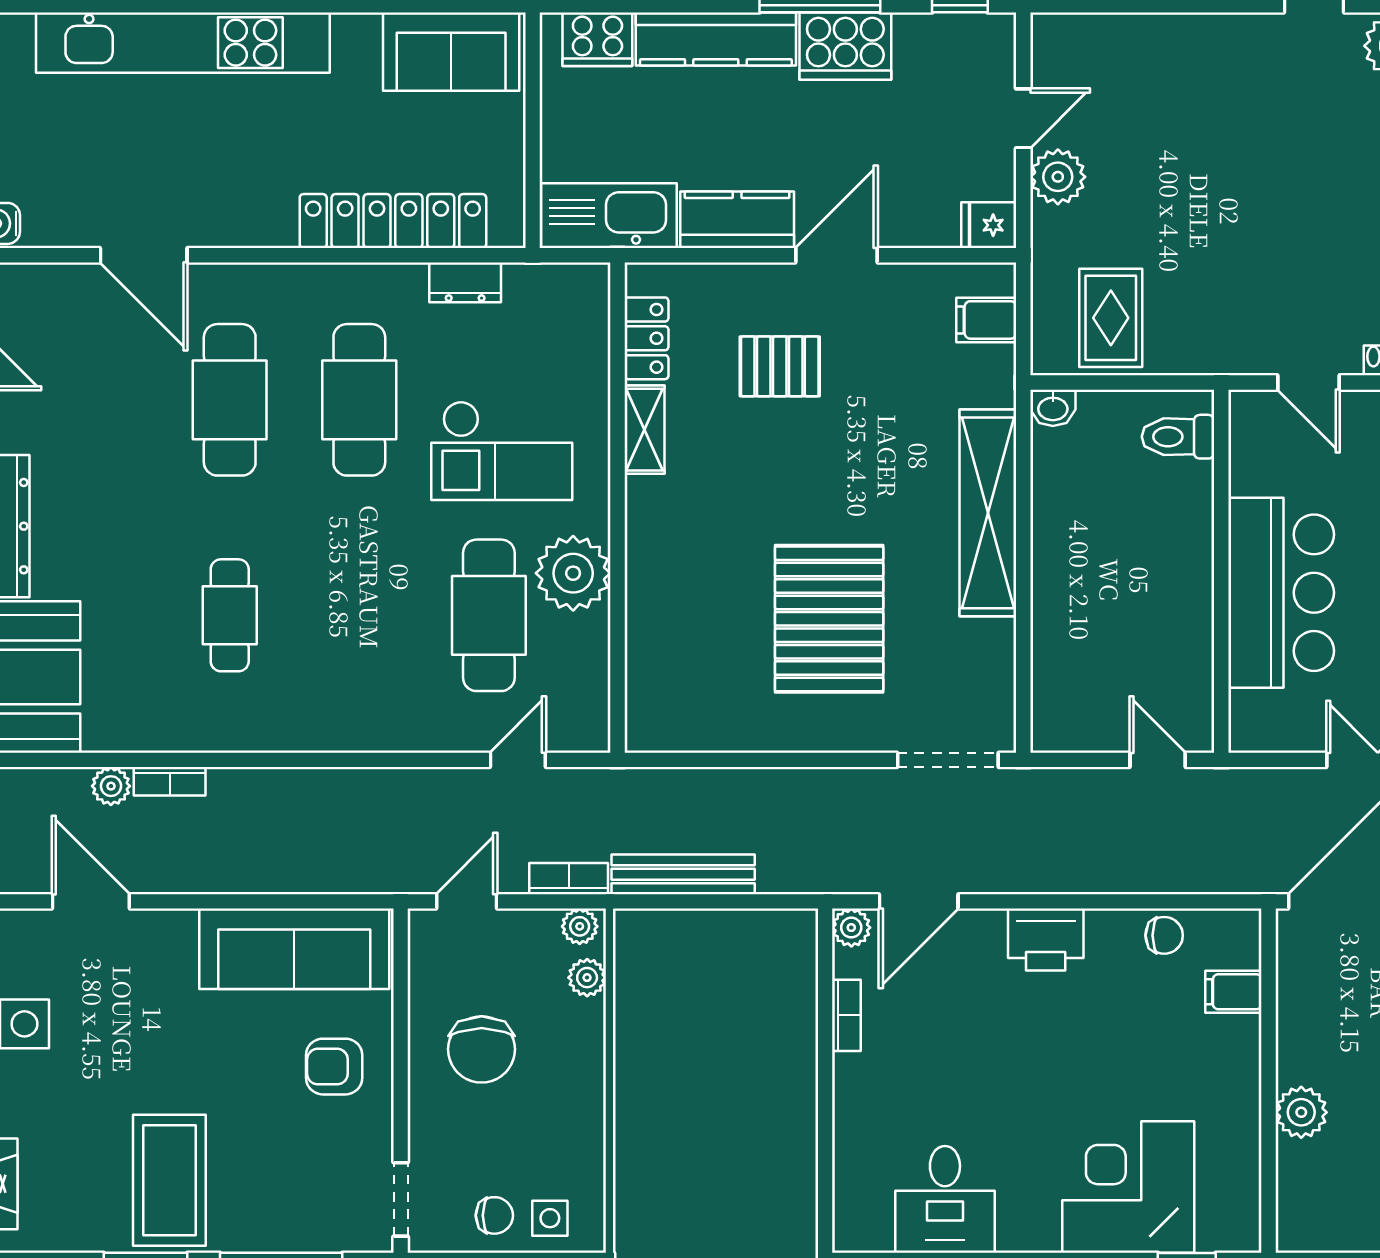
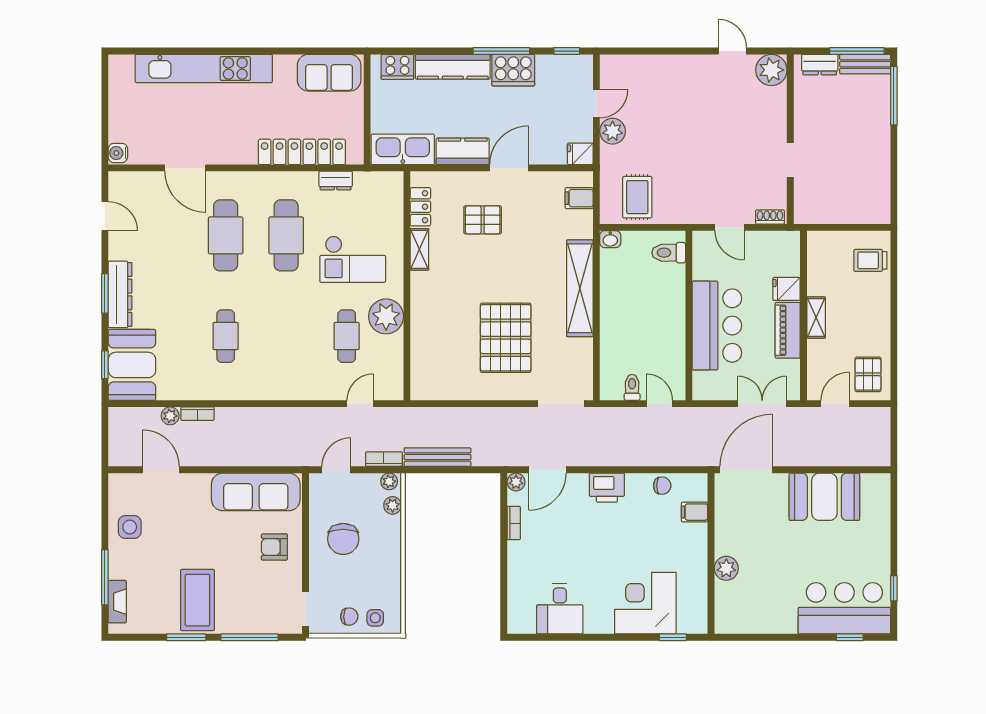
cafe table: (489, 615) -> (347, 336), width x0.73, depth x0.74
toilet: (1100, 725) -> (632, 387), added

